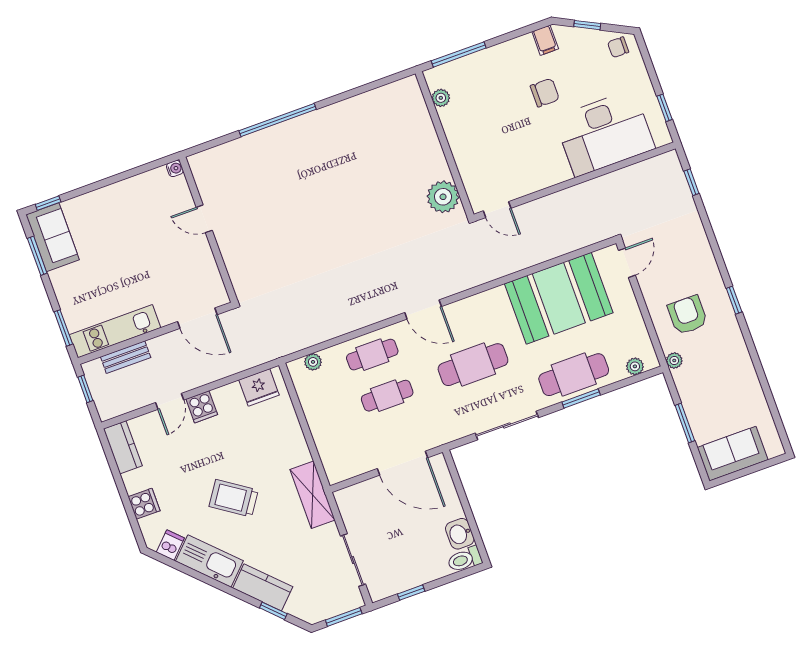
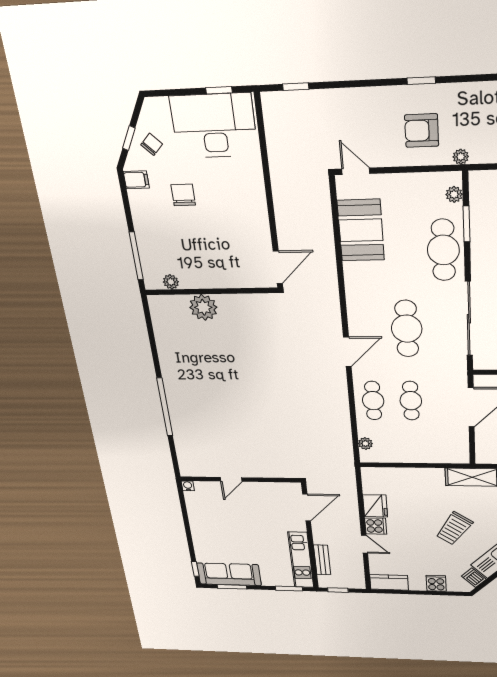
chair: (618, 47) -> (152, 144), moved, turned -135
desk: (605, 133) -> (214, 126), moved, turned -90
plant: (443, 197) -> (203, 307), moved
door: (497, 210) -> (278, 267), width x1.38
sofa: (53, 237) -> (229, 574), width x1.36
booth: (559, 298) -> (361, 230), width x0.73, depth x0.70
fridge: (259, 387) -> (375, 506), moved
window: (581, 399) -> (466, 224), moved
sliding door: (507, 425) -> (469, 319), width x1.36

